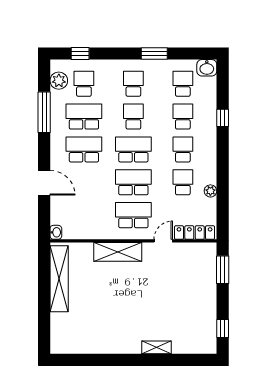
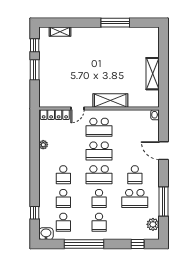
window: (154, 53) -> (84, 244), width x2.11
school desk: (84, 84) -> (135, 222), removed
window: (223, 118) -> (35, 213), moved
school desk: (84, 149) -> (135, 175), width x0.54
school desk: (183, 182) -> (63, 151), removed
window: (223, 270) -> (35, 70), moved
shelving: (59, 279) -> (153, 74), width x0.68
shelving: (157, 347) -> (60, 32), moved
window: (111, 360) -> (115, 23), added

